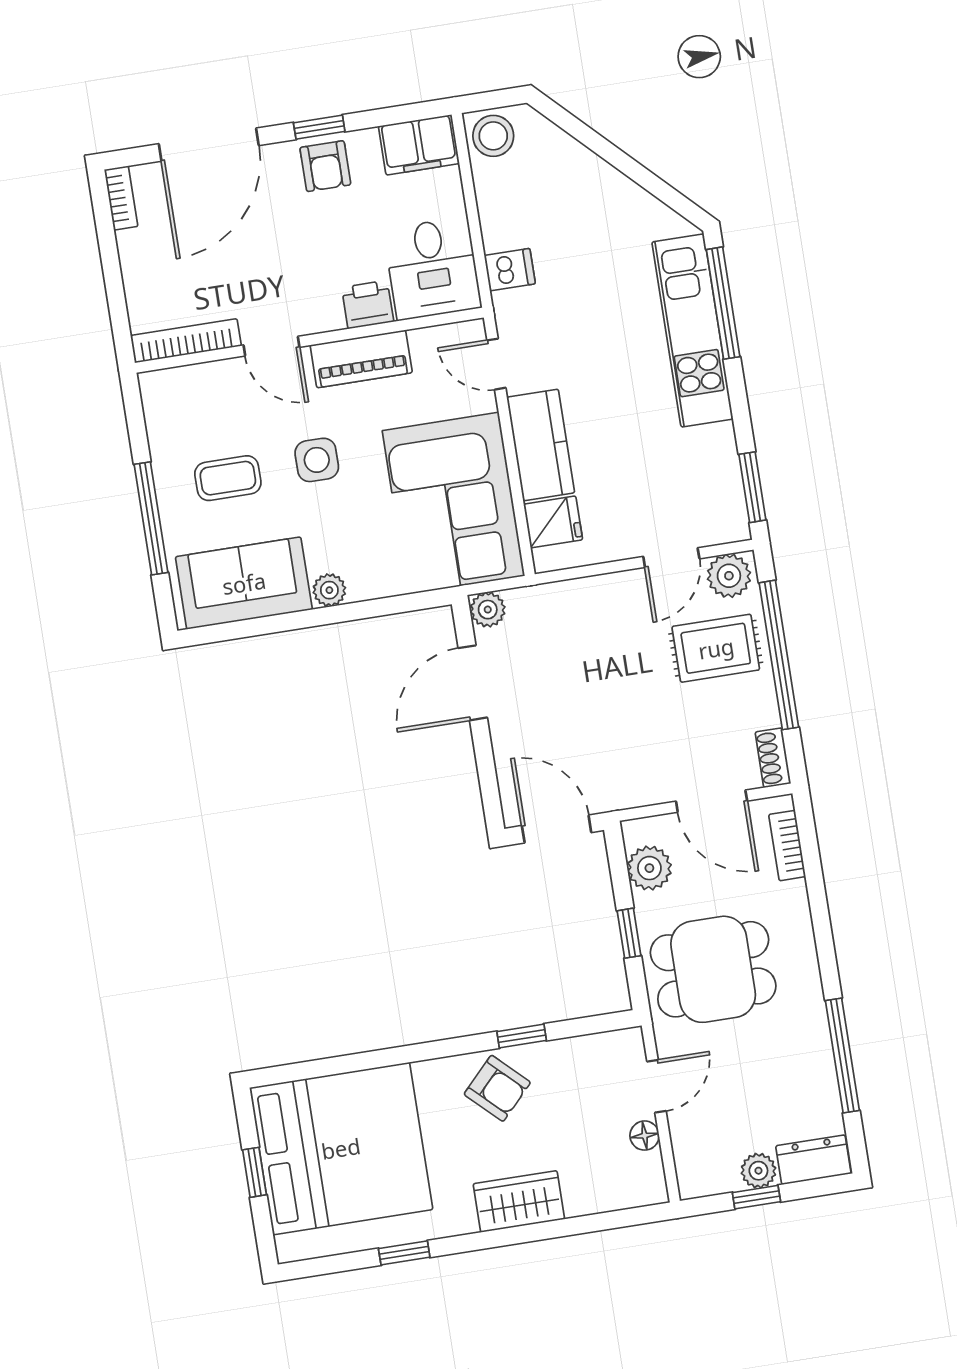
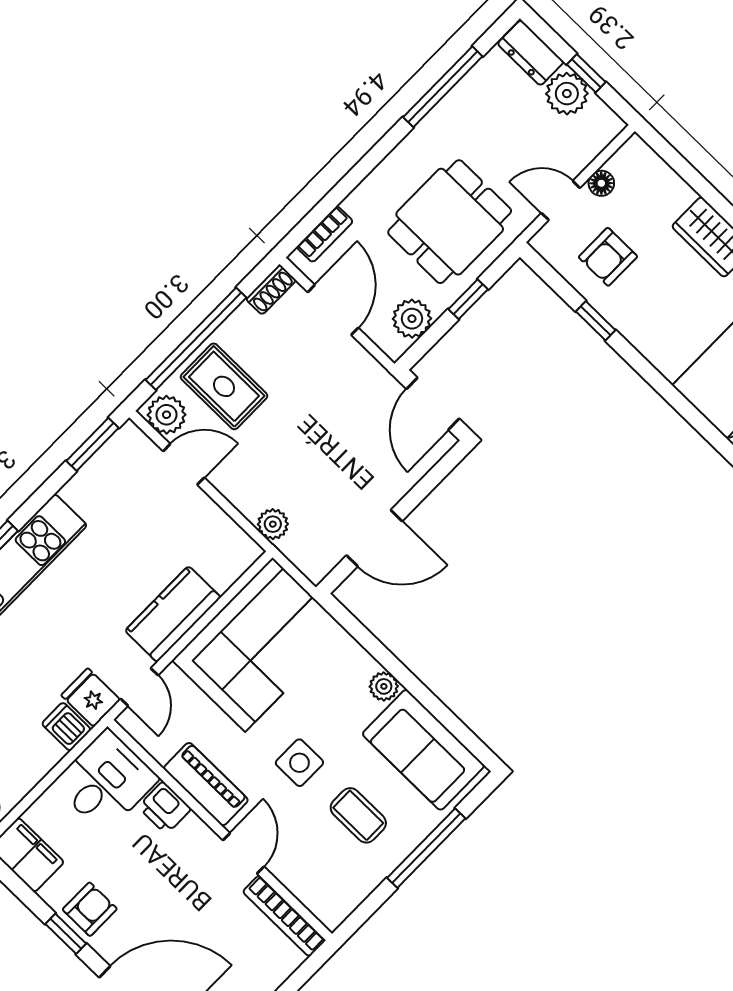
fridge: (553, 522) -> (91, 698), moved
plant: (488, 610) -> (273, 524), moved
dining table: (713, 969) -> (450, 222), turned 90
armchair: (497, 1088) -> (608, 257), moved, turned -134
plant: (758, 1171) -> (567, 94), width x1.38, depth x1.38

